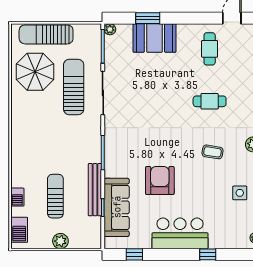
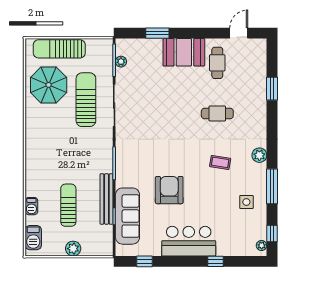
plant: (110, 29) -> (121, 62), moved
booth: (154, 38) -> (184, 52), moved

